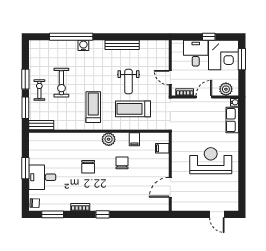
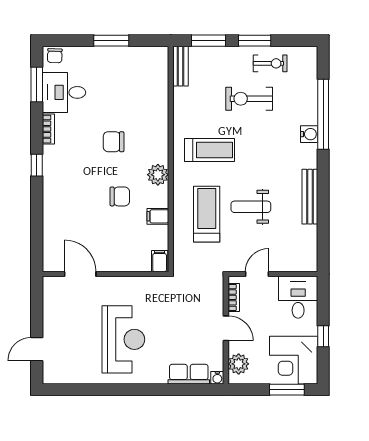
desk: (196, 53) -> (298, 297), moved, turned -90
exercise bike: (39, 90) -> (270, 63), moved
filing cabinet: (162, 148) -> (160, 261), moved
desk: (42, 177) -> (64, 92), moved, turned -90

